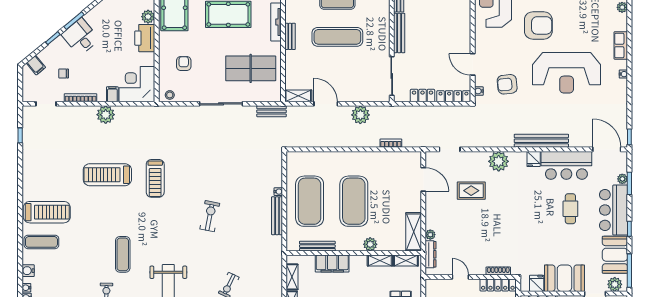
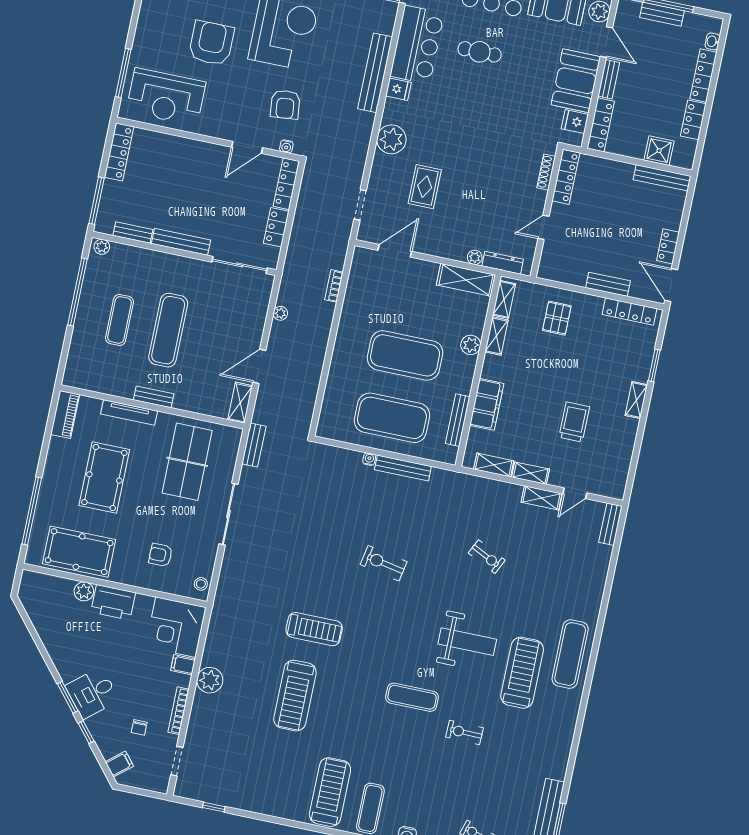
plant: (360, 115) -> (280, 313), width x0.53, depth x0.53

